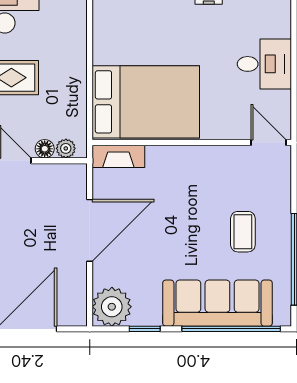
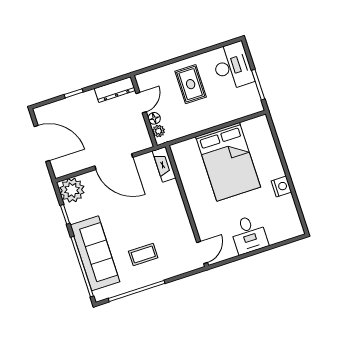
bed: (146, 102) -> (228, 162), moved

